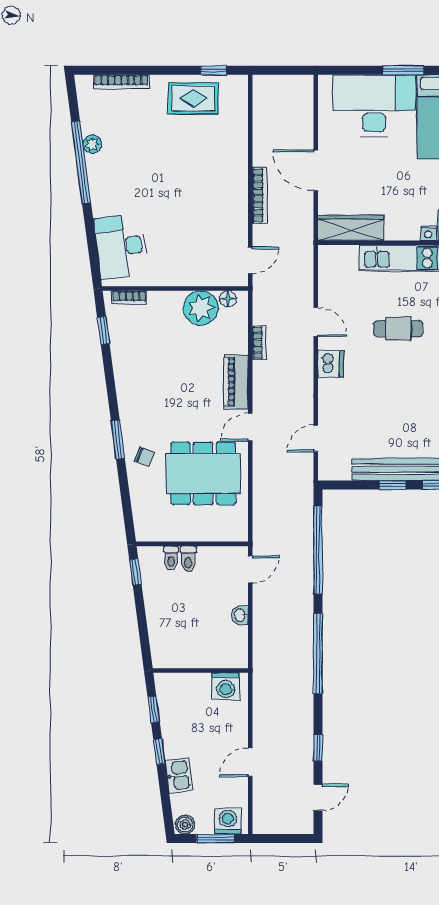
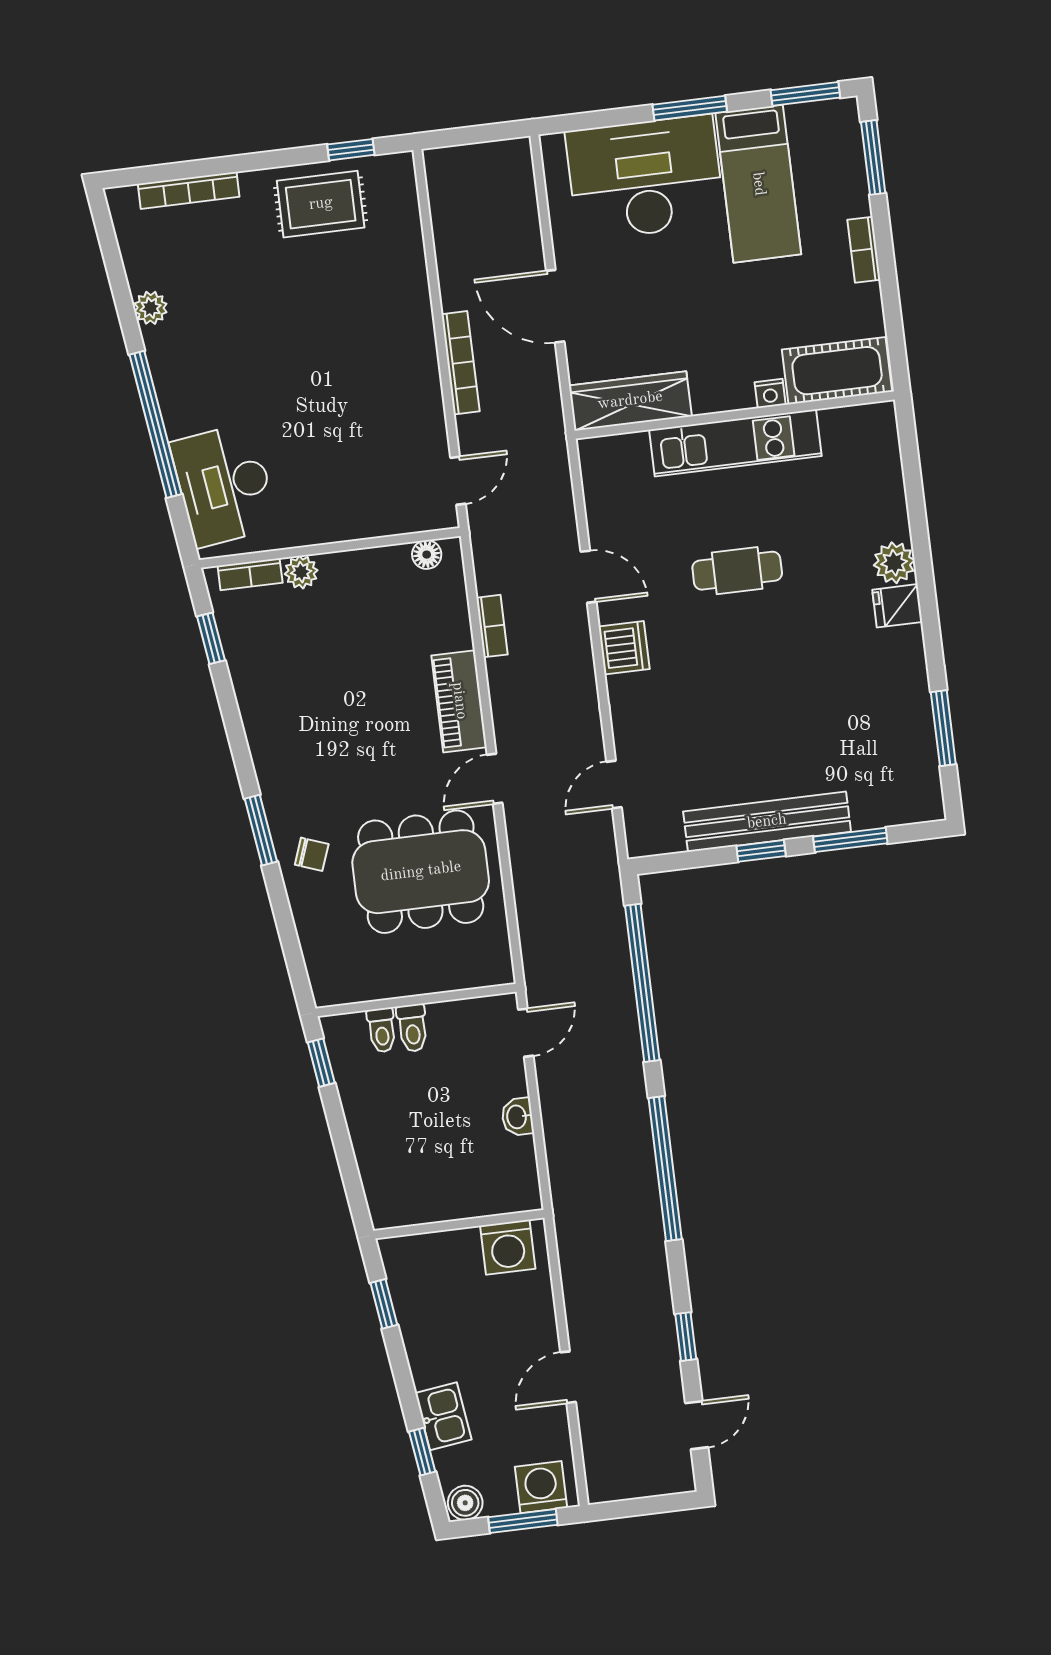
window: (81, 162) -> (155, 424), moved
plant: (201, 308) -> (301, 572), moved, width x0.53, depth x0.53
window: (159, 752) -> (422, 1452), moved

